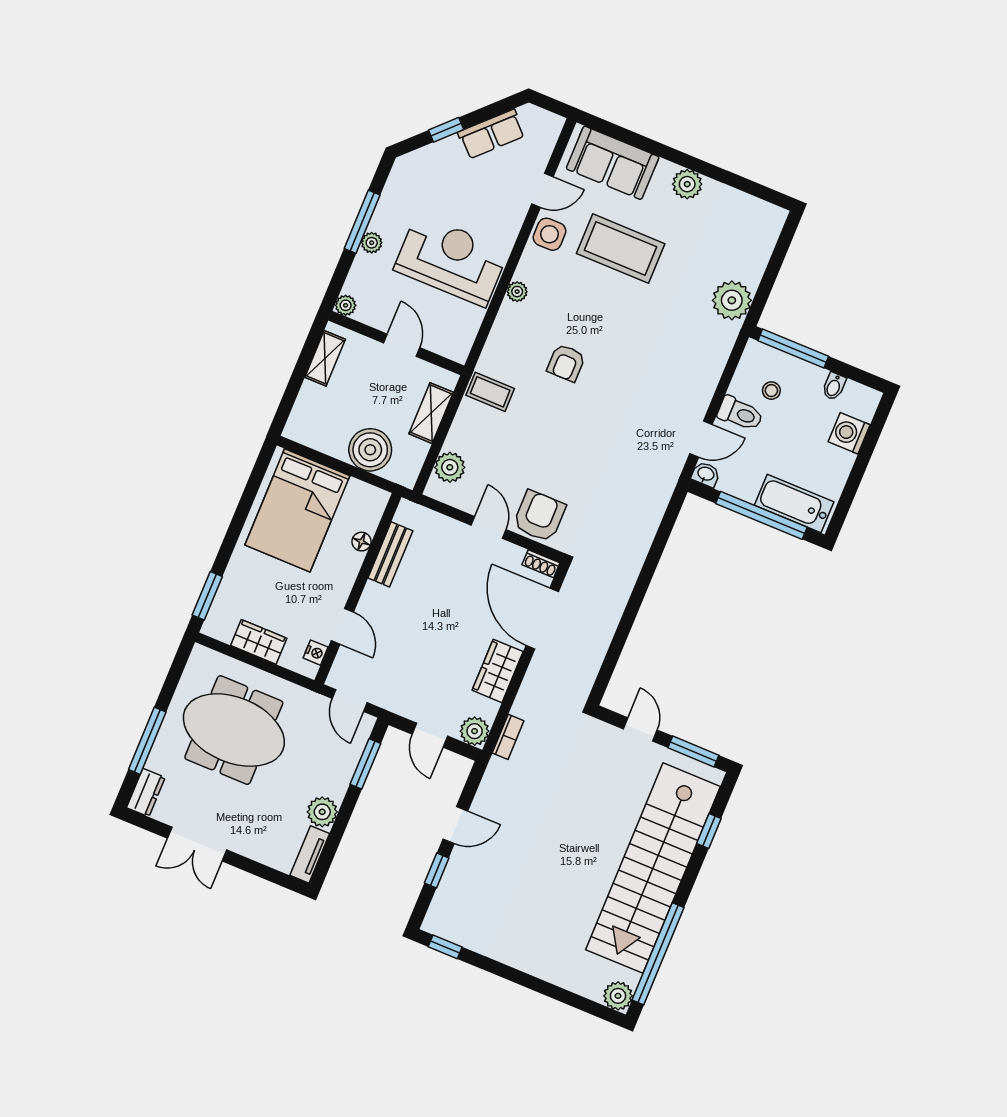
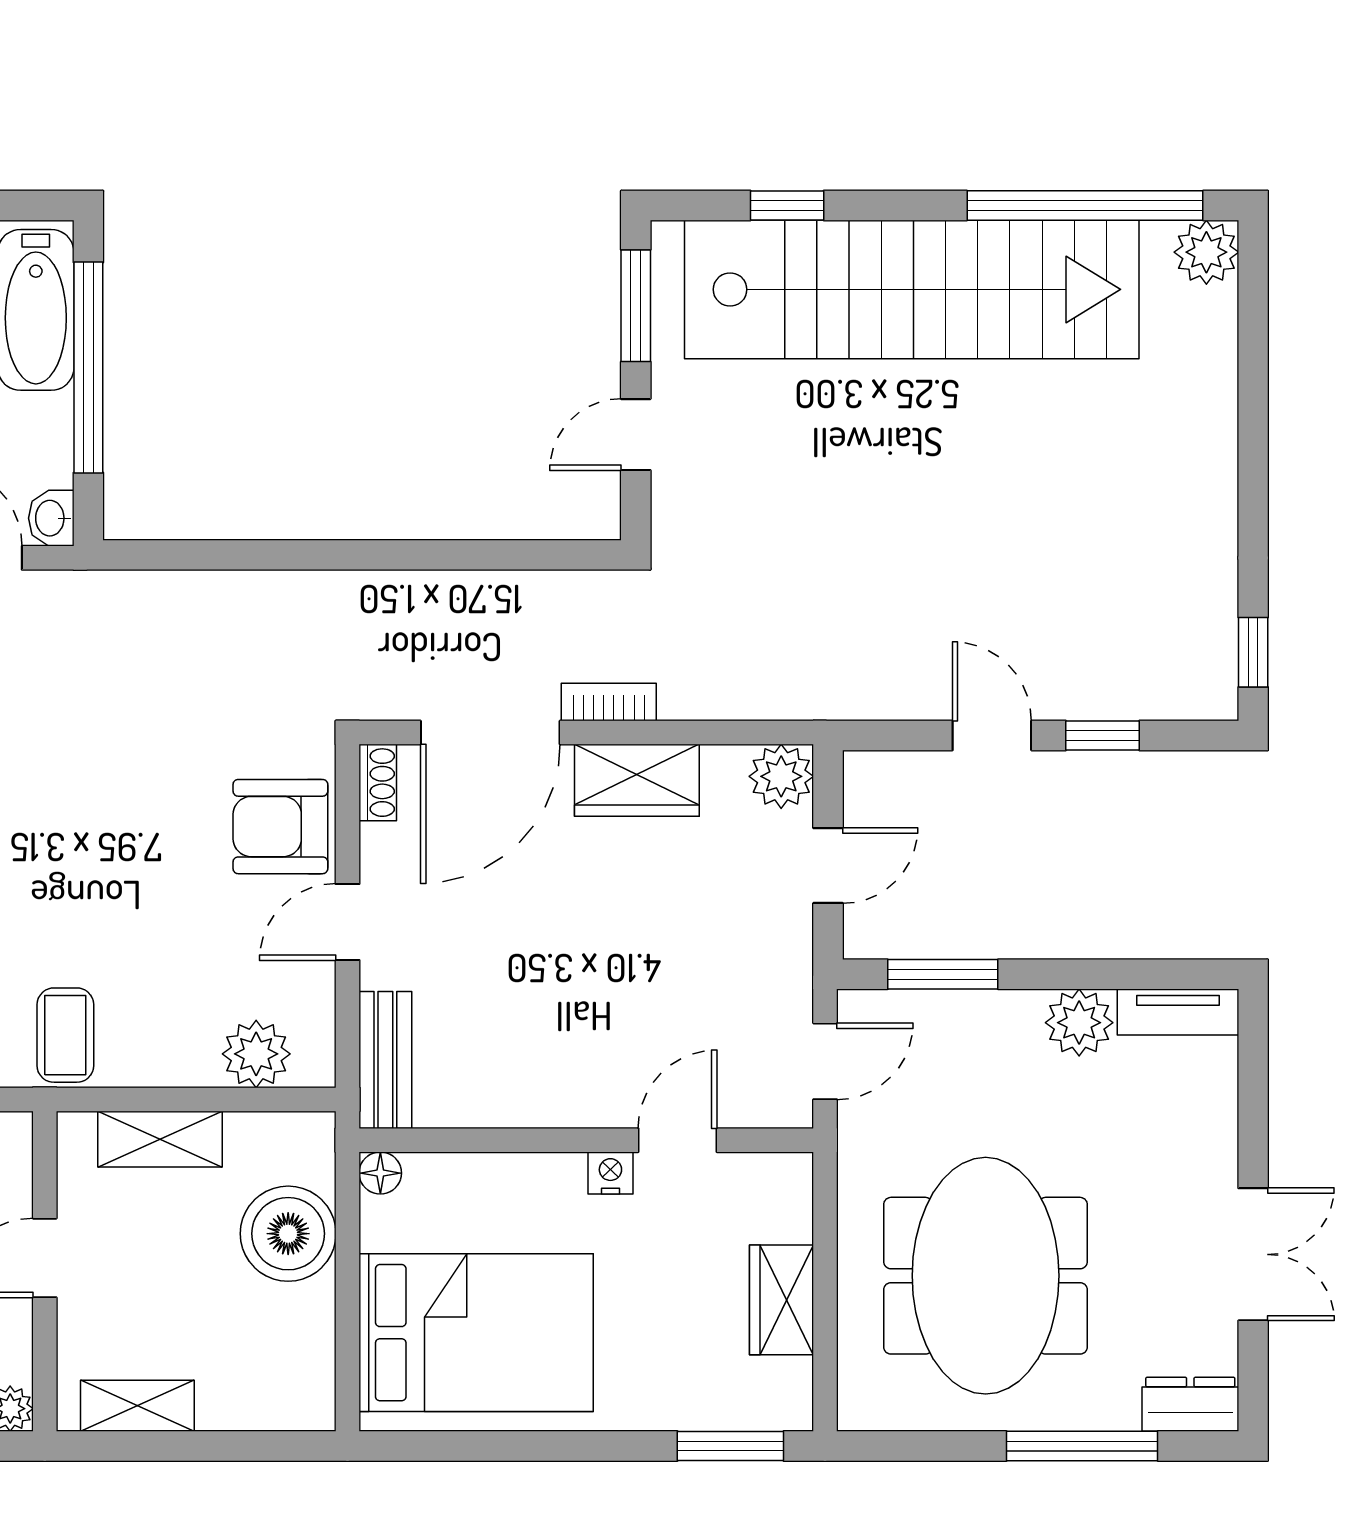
floor lamp: (361, 542) -> (380, 1173), moved
bench: (390, 554) -> (385, 1060), moved, turned 90
nightstand: (316, 653) -> (610, 1173), moved
bookcase: (508, 737) -> (609, 702), moved

